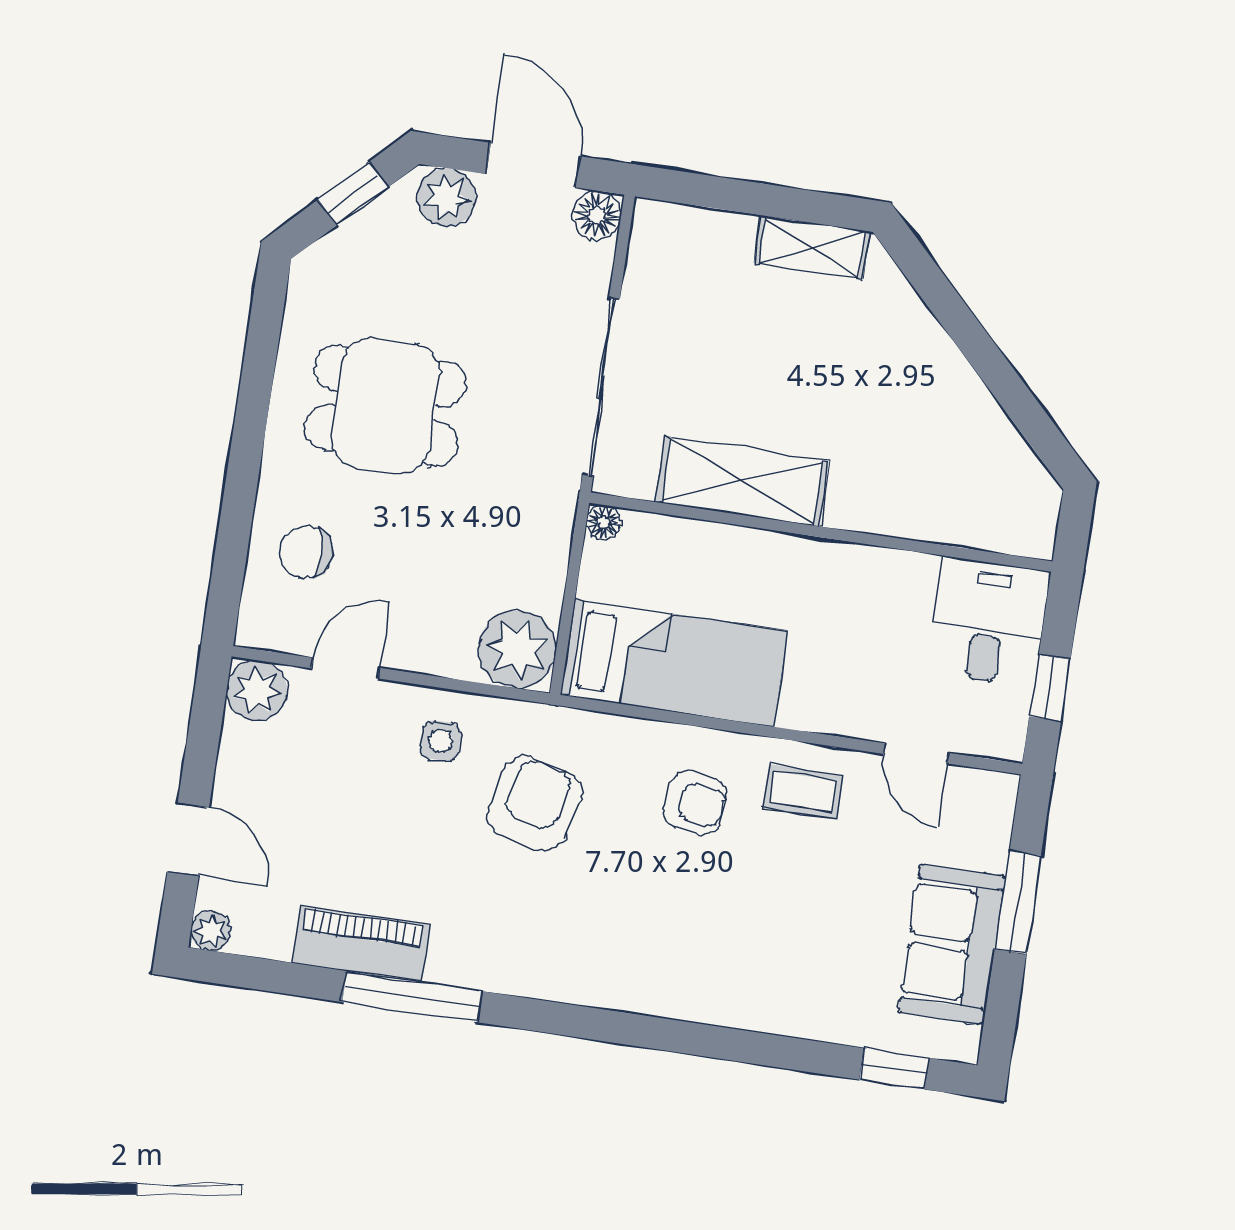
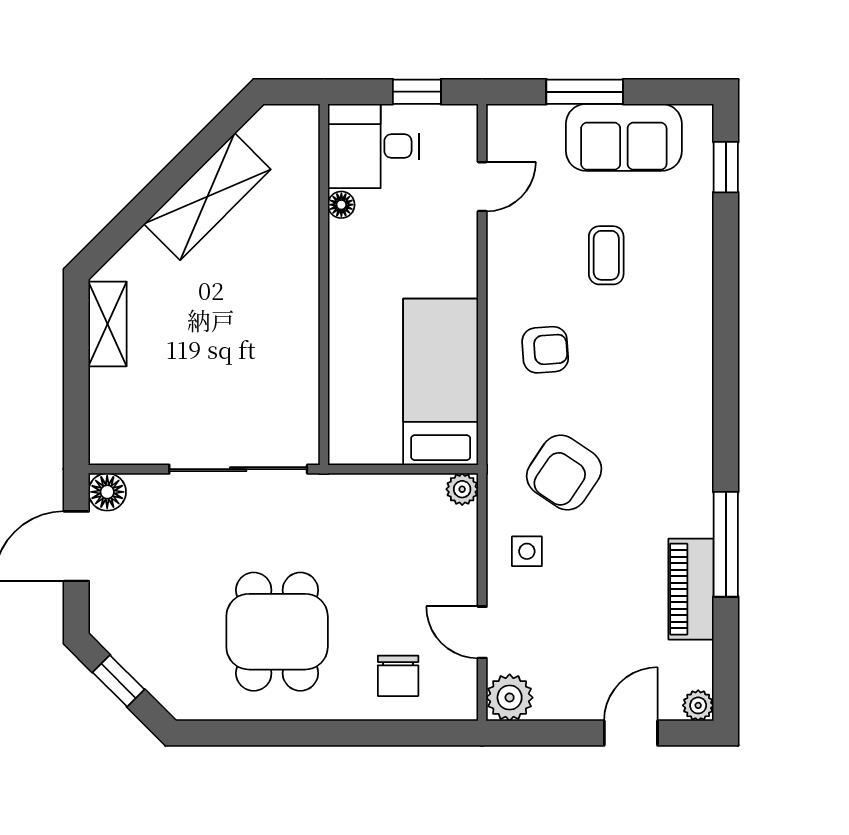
plant: (447, 197) -> (111, 609), removed
shelving: (742, 481) -> (207, 197), moved, turned 45
floor lamp: (604, 522) -> (341, 205), moved
plant: (517, 649) -> (462, 489), width x0.53, depth x0.53
coffee table: (803, 792) -> (606, 255), moved
armchair: (534, 803) -> (564, 472), turned -70
armchair: (695, 803) -> (545, 350), turned 78

